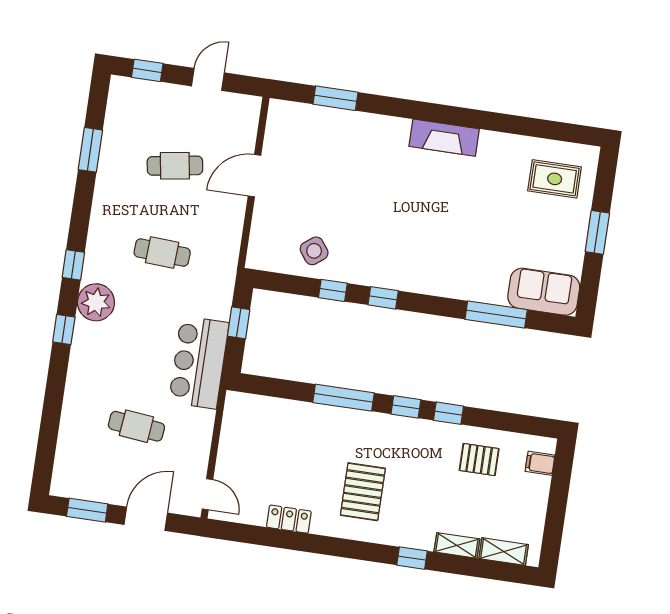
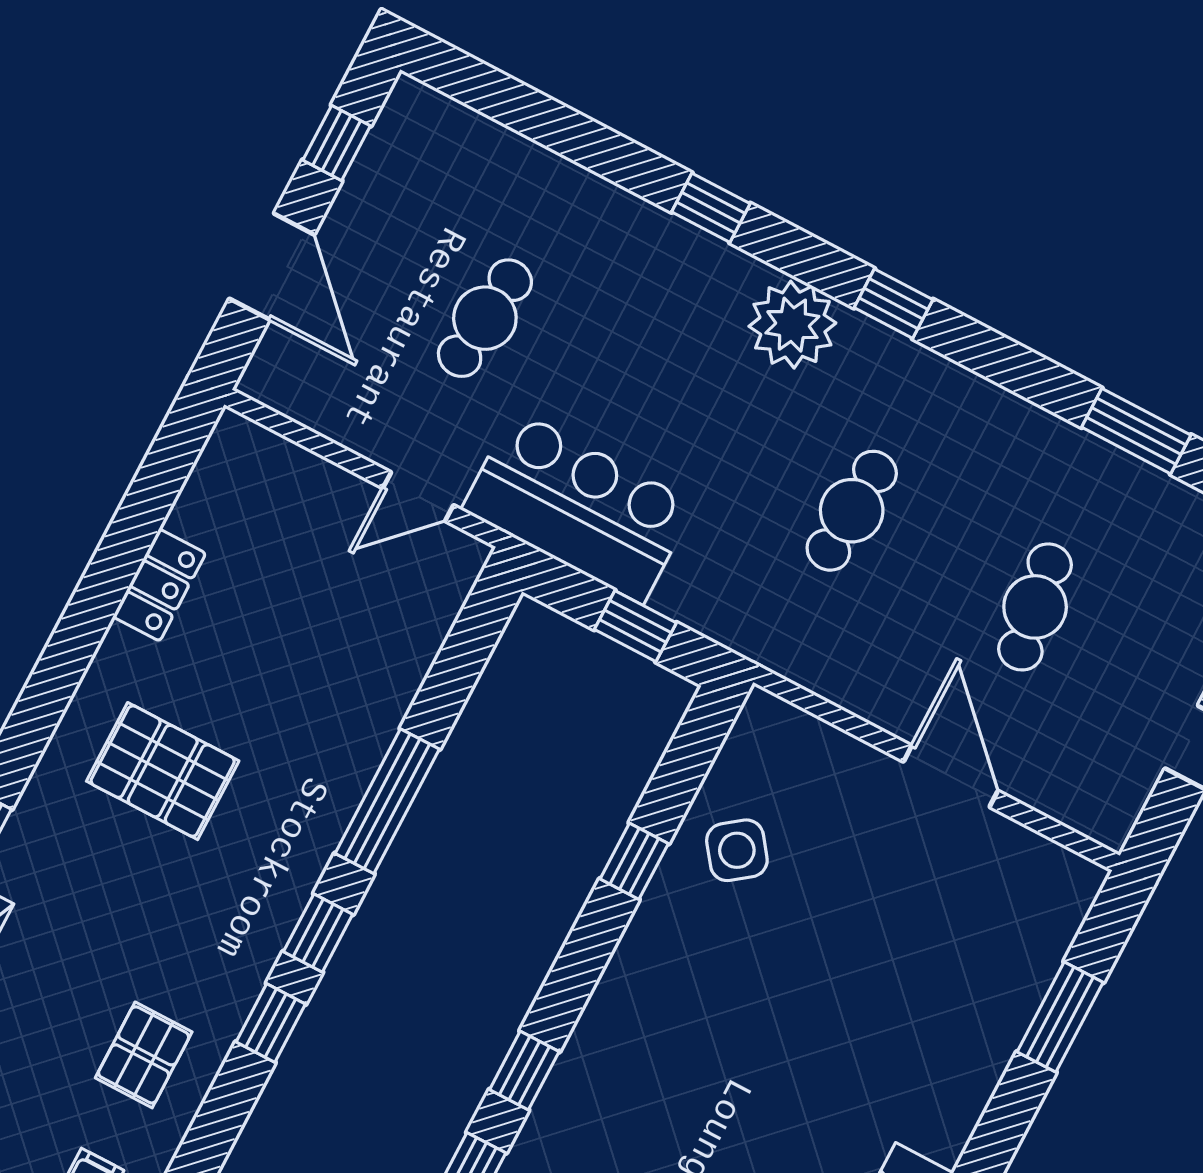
window: (383, 298) -> (524, 1071), moved
window: (64, 330) -> (711, 208), moved
door: (207, 494) -> (418, 497), moved
window: (87, 510) -> (337, 143), width x0.67

